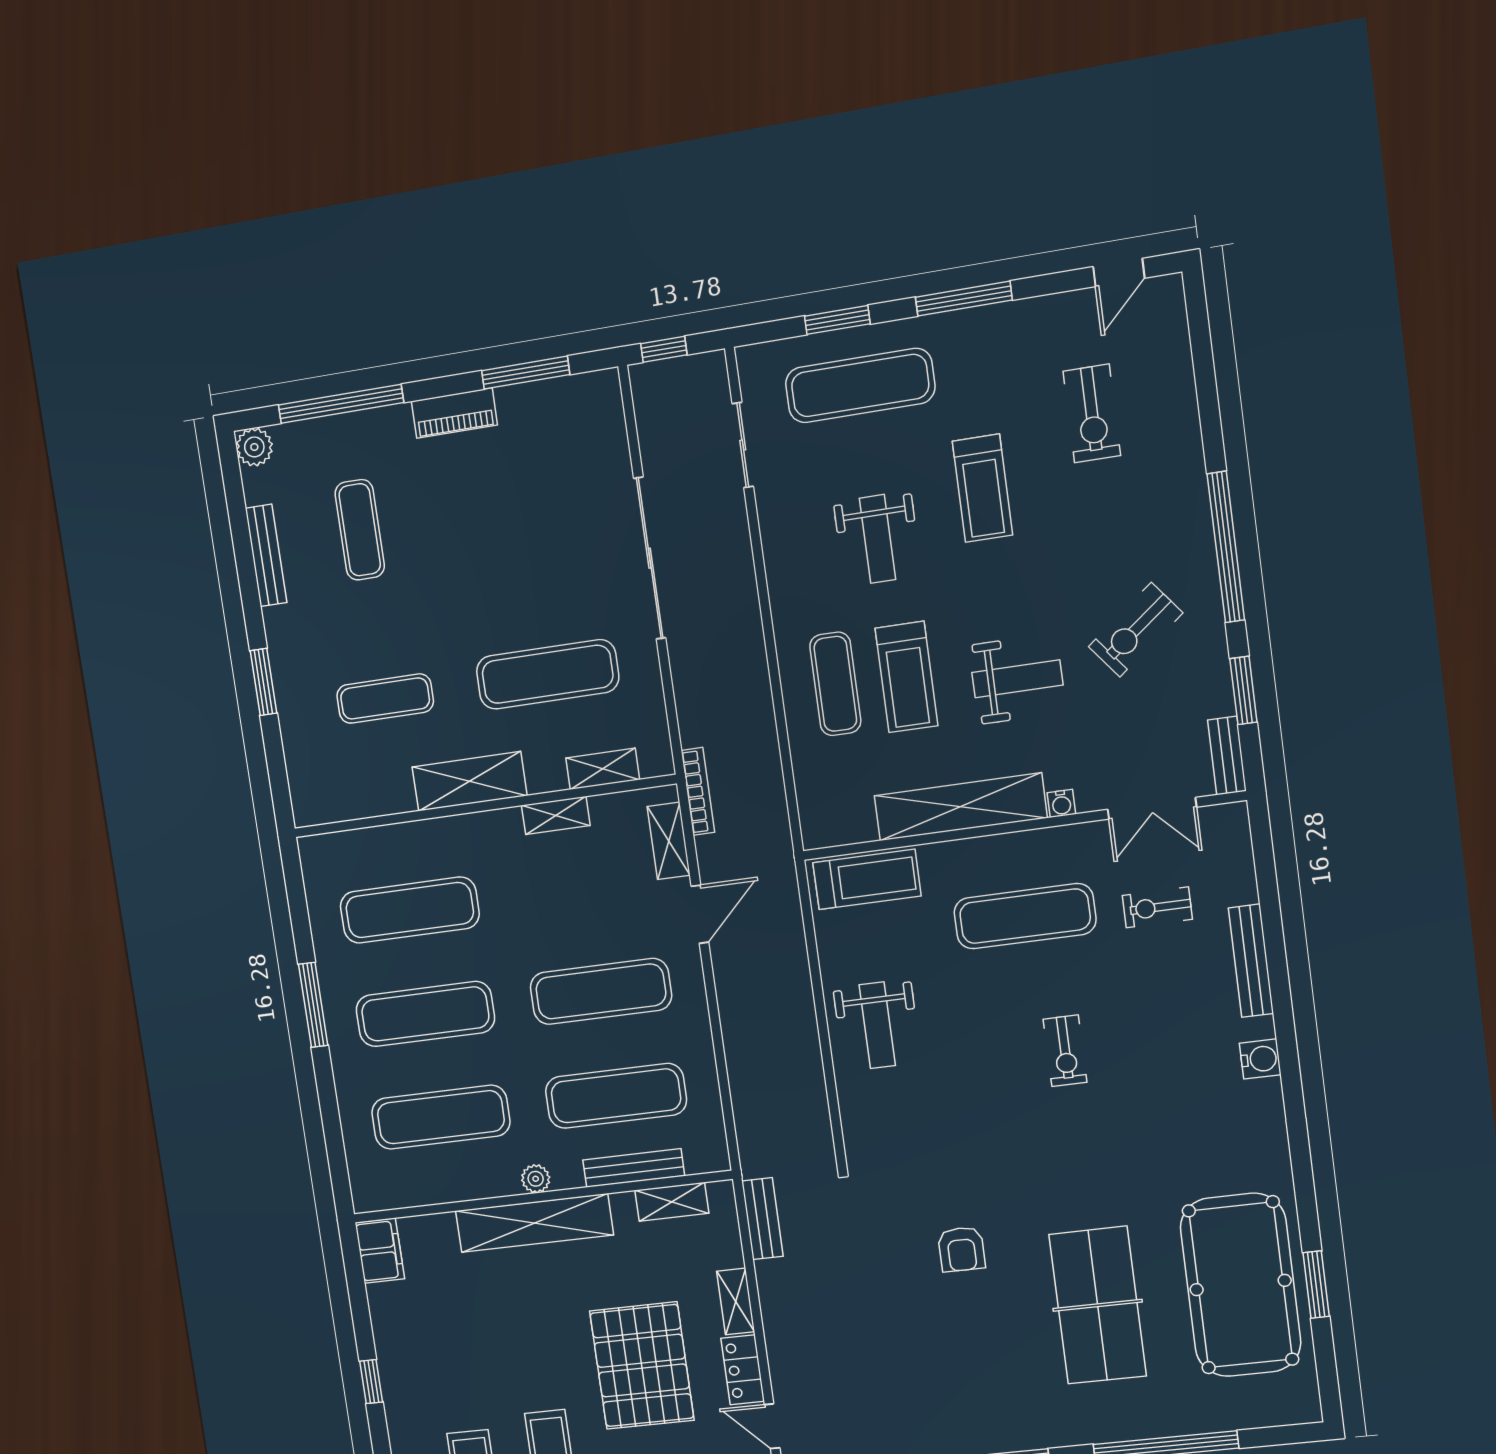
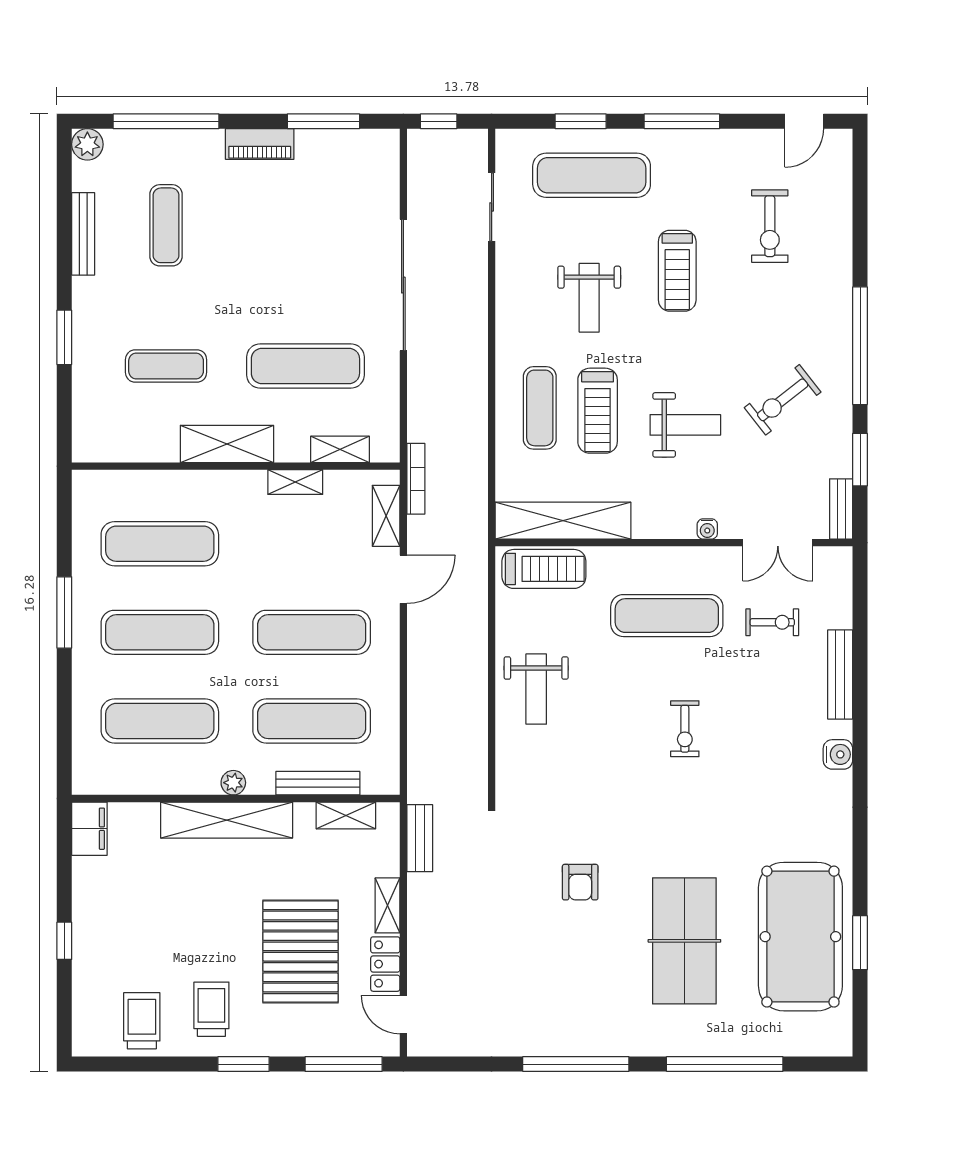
shelving: (961, 807) -> (563, 521), moved
exercise bike: (1157, 907) -> (772, 622), turned 180

